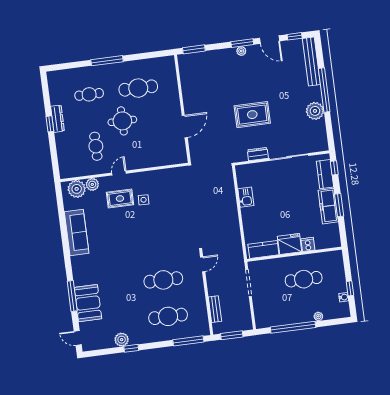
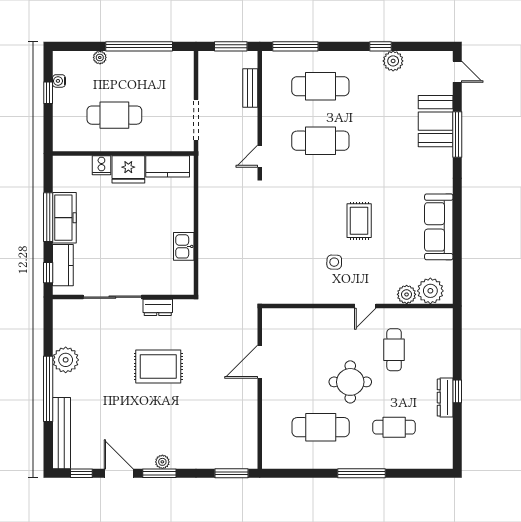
rug: (120, 199) -> (359, 221), moved, turned 90
window: (339, 205) -> (48, 217), width x1.44

